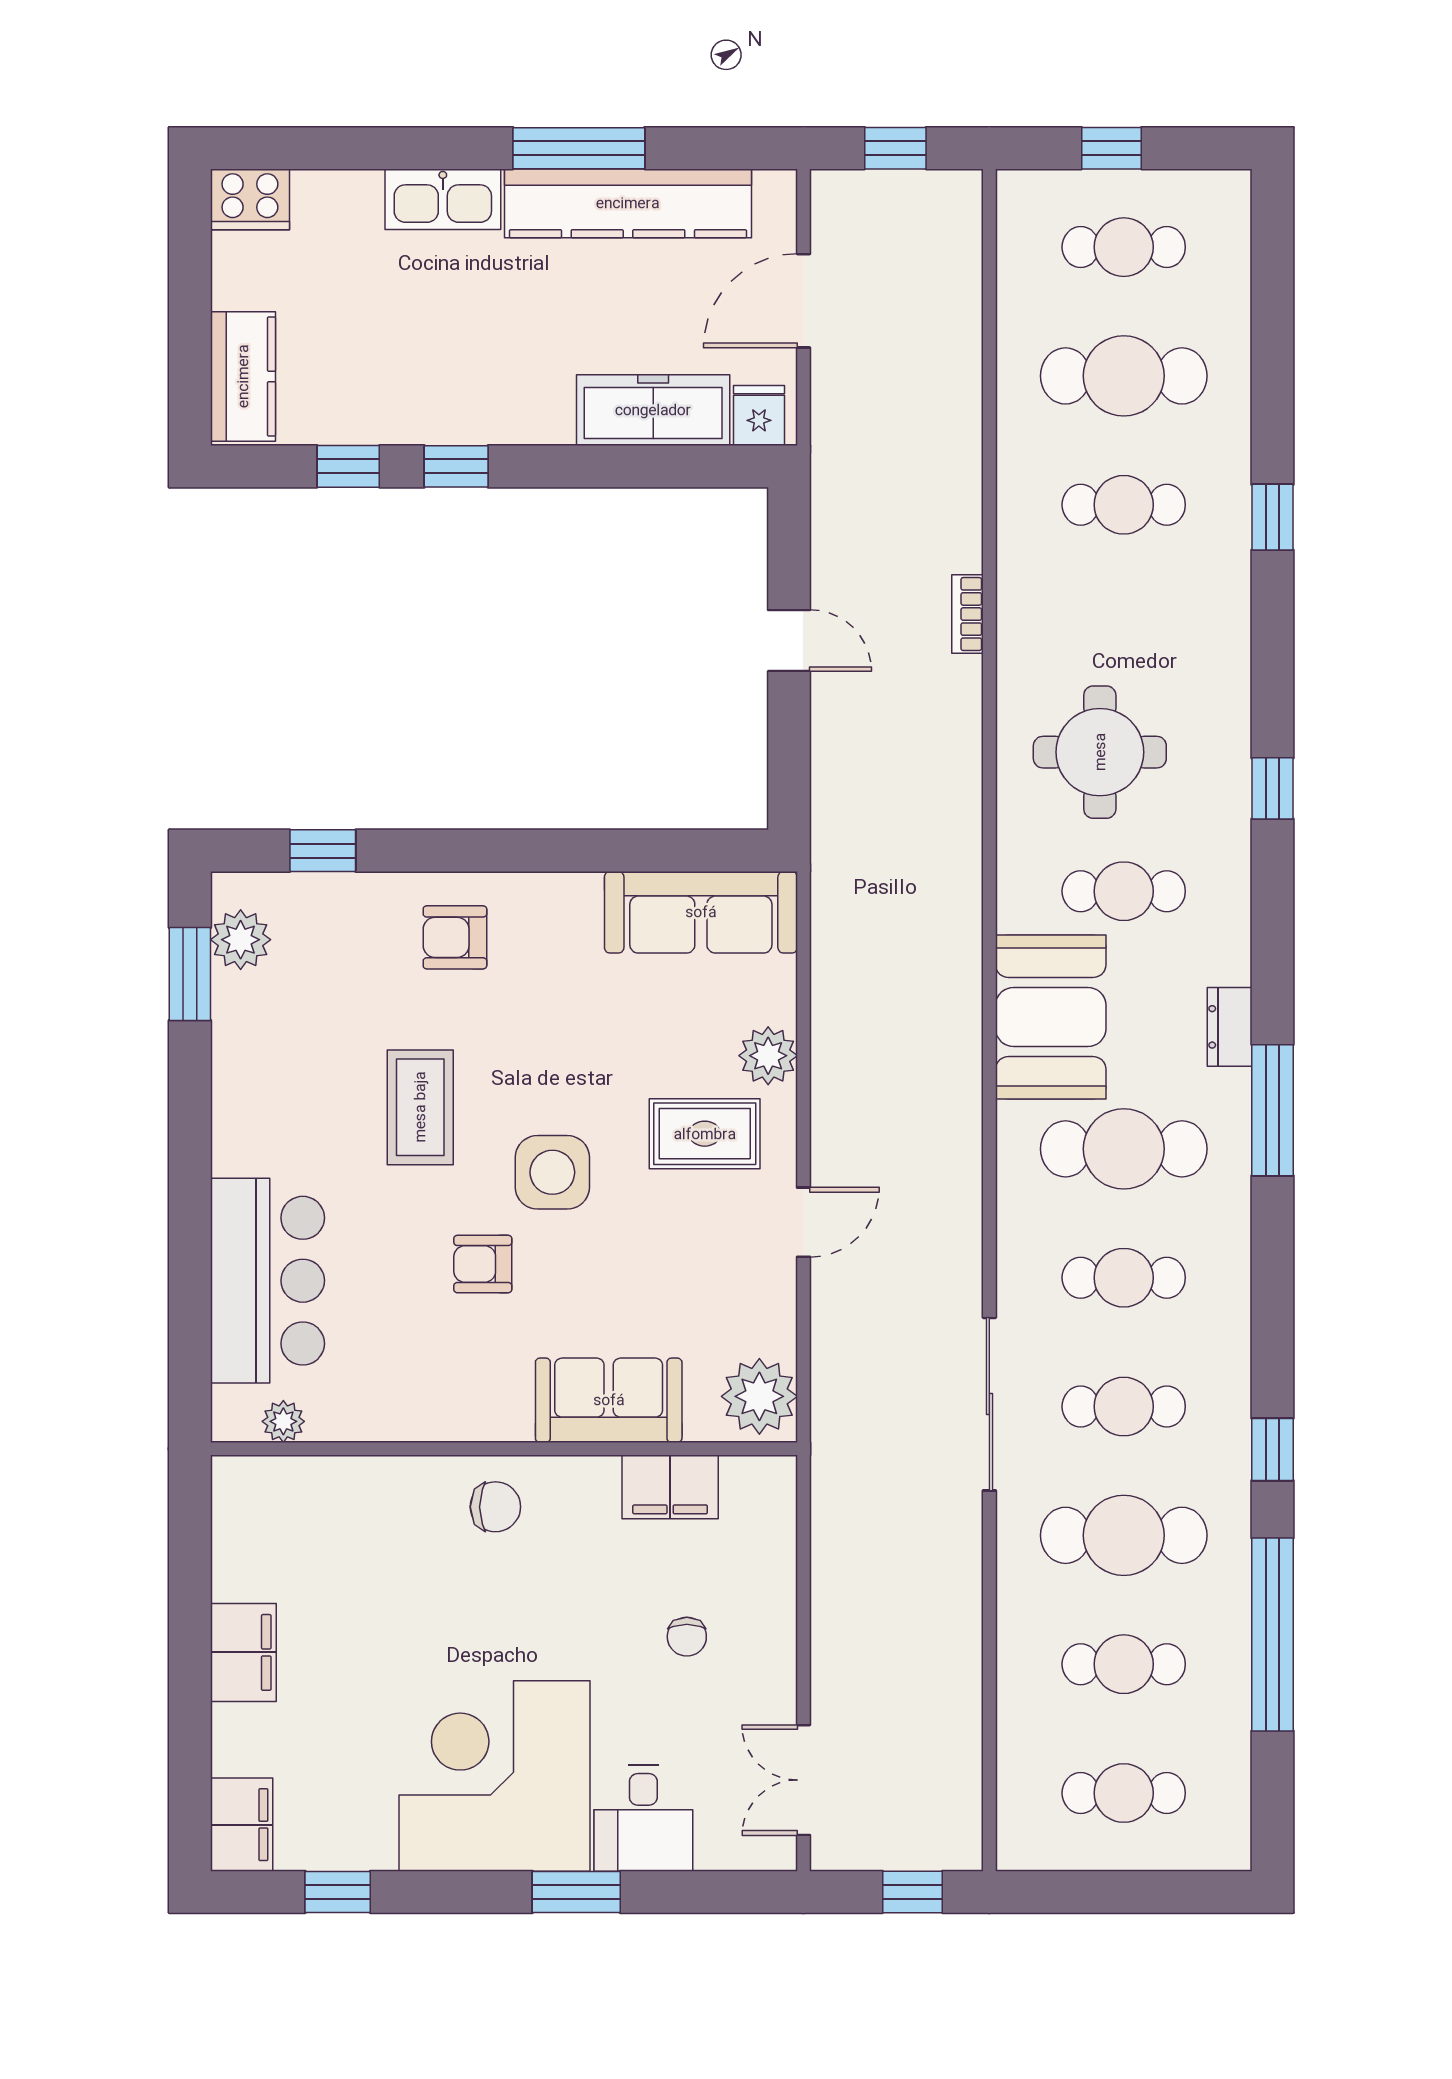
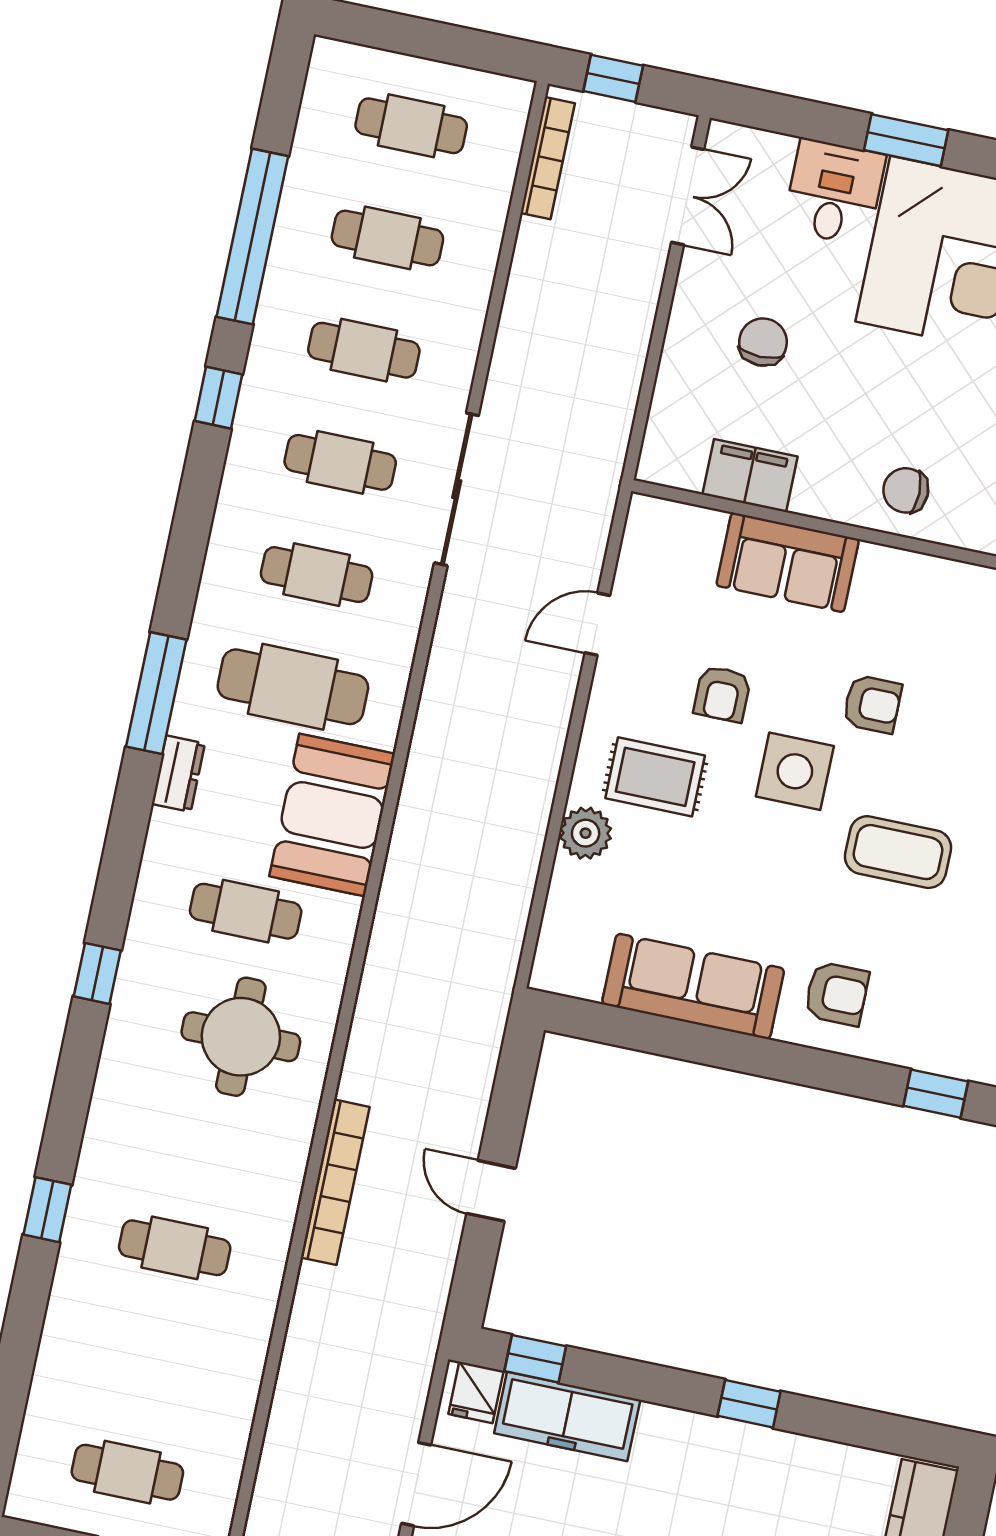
cafe table: (1124, 376) -> (151, 1360), removed
window: (348, 466) -> (535, 1359), moved
bookcase: (967, 614) -> (335, 1182), width x2.31, depth x1.31
sofa: (701, 912) -> (693, 986), moved
coffee table: (420, 1107) -> (898, 852), turned 90
door: (803, 1222) -> (597, 624), moved
armchair: (650, 1240) -> (722, 694), added
plant: (759, 1396) -> (656, 538), removed
cafe table: (1124, 1535) -> (364, 350), width x0.73, depth x0.74
chair: (687, 1637) -> (763, 342), width x1.37, depth x1.37
bookcase: (966, 1789) -> (548, 158), added

